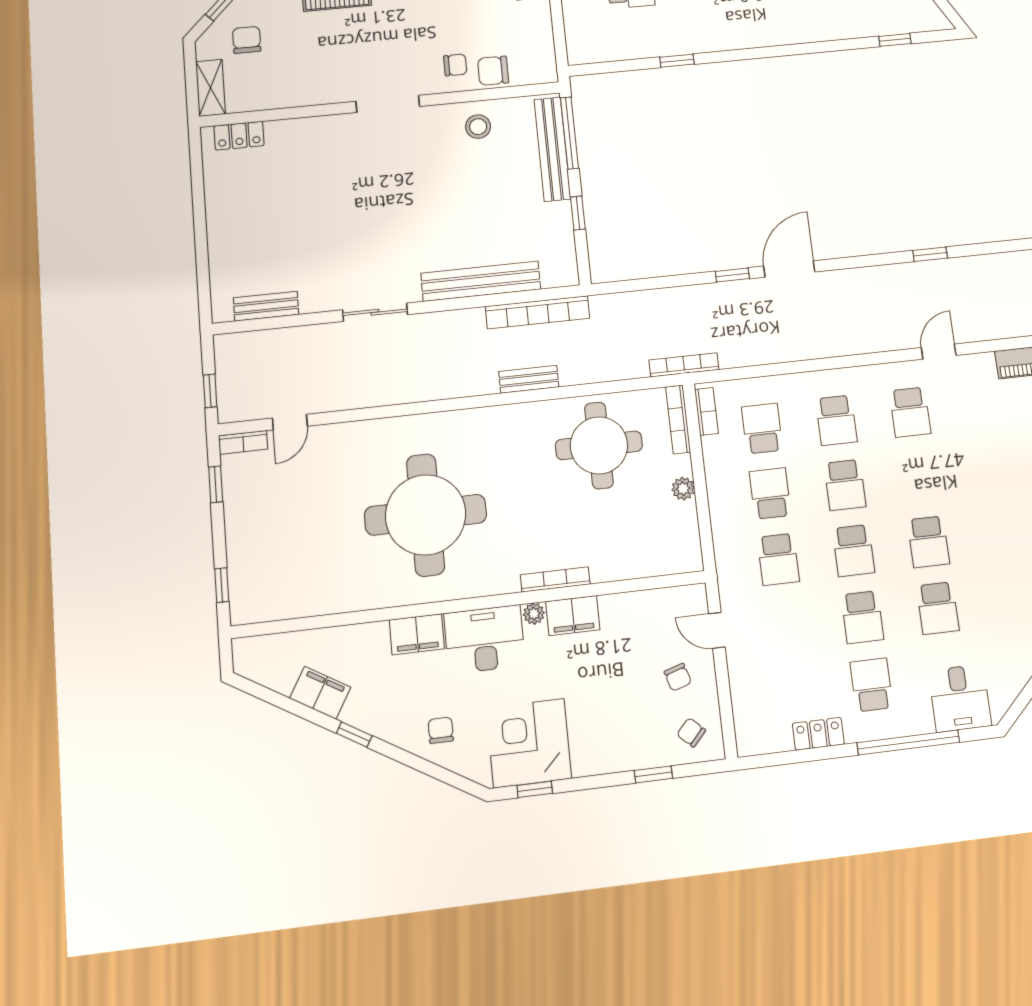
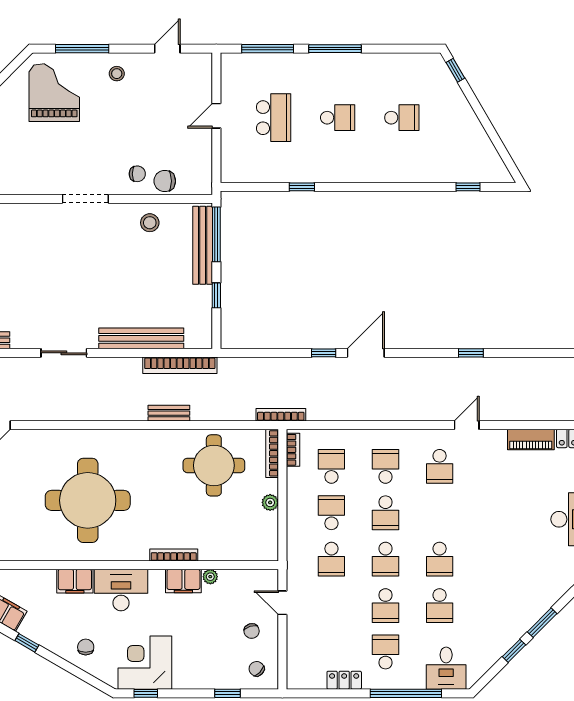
school desk: (836, 420) -> (385, 466), turned 180
plant: (534, 614) -> (210, 577), moved

